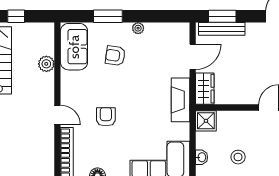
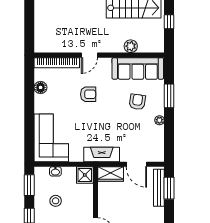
sofa: (74, 47) -> (138, 69), width x1.36

